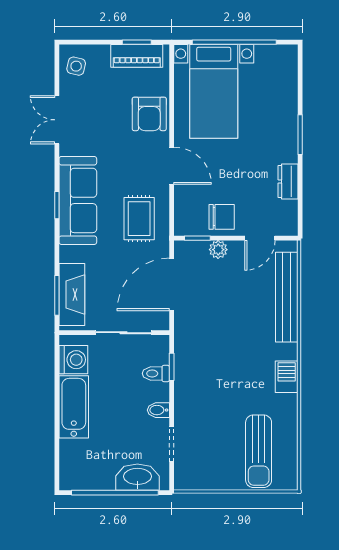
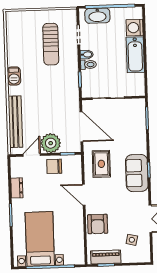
side table: (76, 66) -> (132, 240), moved
bed with nightstands: (214, 91) -> (40, 239), moved
armchair: (149, 114) -> (98, 224), turned 180
sofa: (78, 200) -> (137, 173), width x0.73
plant: (218, 250) -> (51, 143), width x1.88, depth x1.88
door: (172, 284) -> (81, 127), hinge flipped
fireplace: (72, 294) -> (138, 119), removed
washing machine: (73, 360) -> (135, 28), moved
toilet: (156, 373) -> (88, 65), moved
sun lounger: (259, 451) -> (51, 44), moved, turned 180

